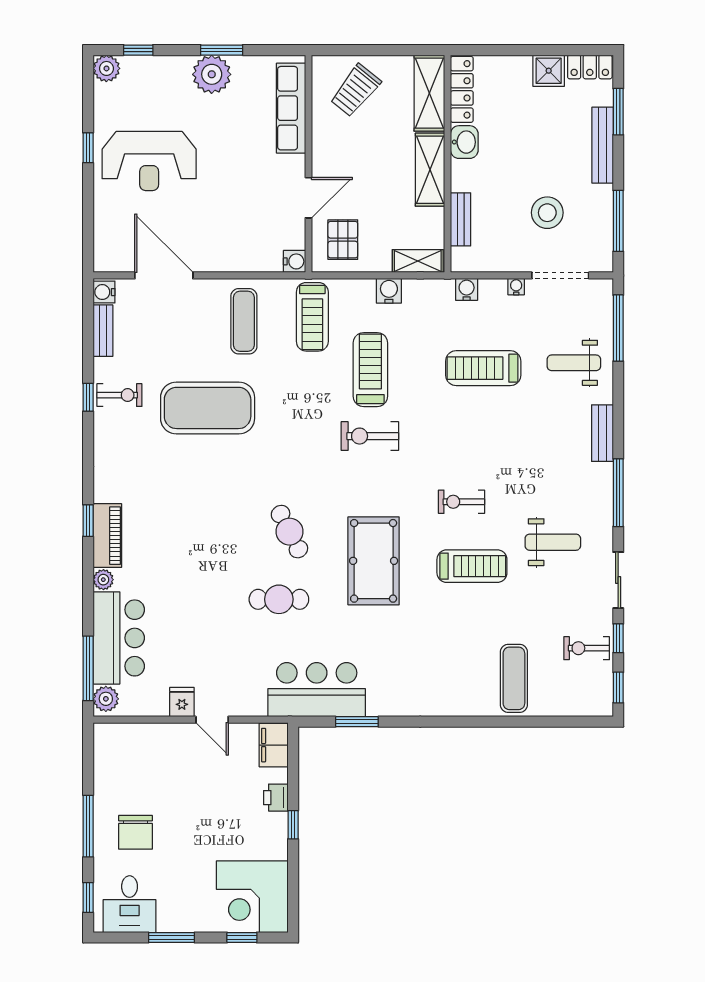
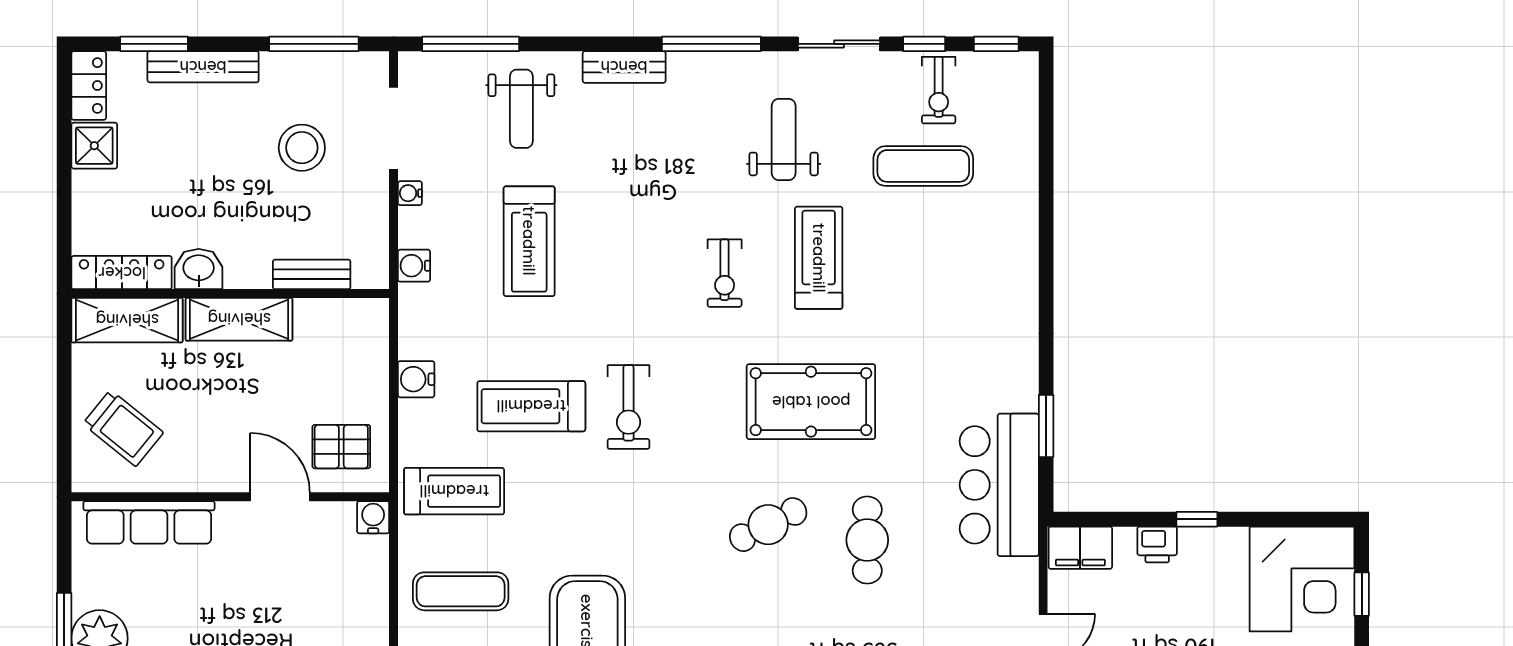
shelving: (418, 261) -> (372, 337), removed
exercise mat: (514, 678) -> (923, 166), moved

